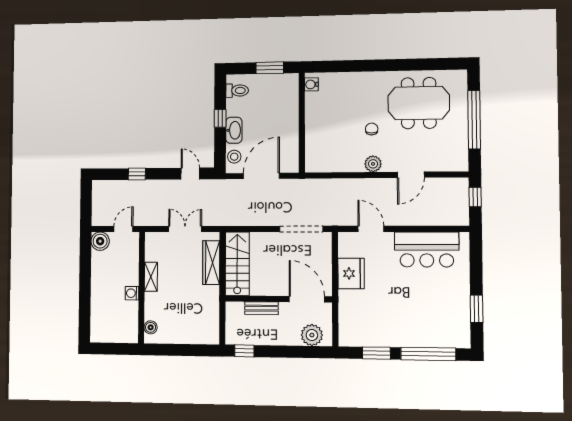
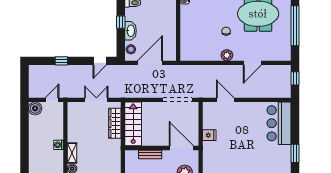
door: (190, 174) -> (100, 61), swing flipped
bar counter: (427, 250) -> (279, 123), moved, turned 90
fridge: (351, 273) -> (209, 135), width x0.53, depth x0.75
shelving: (151, 277) -> (72, 153), moved

